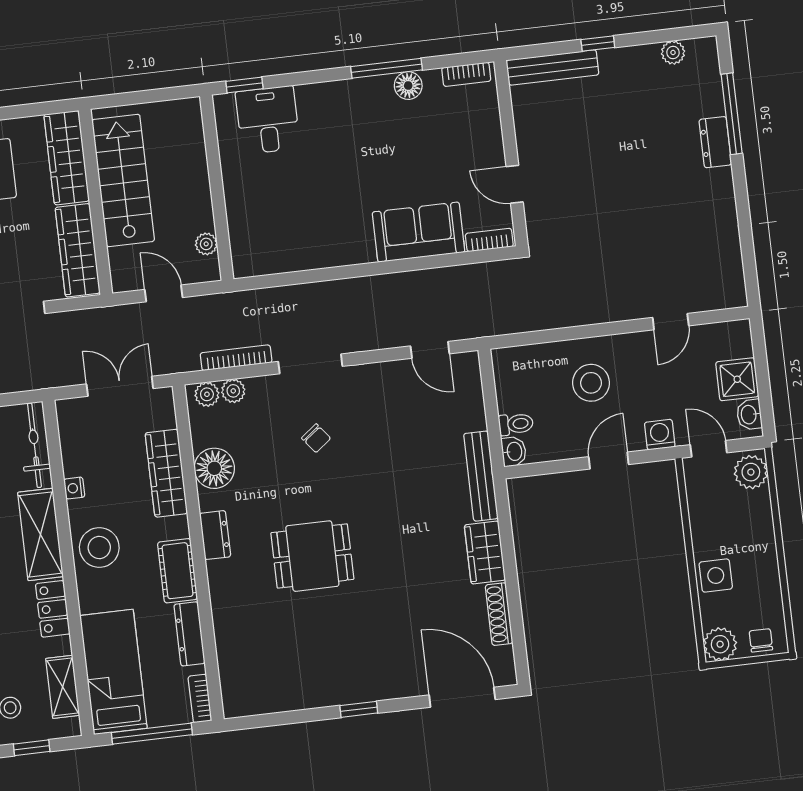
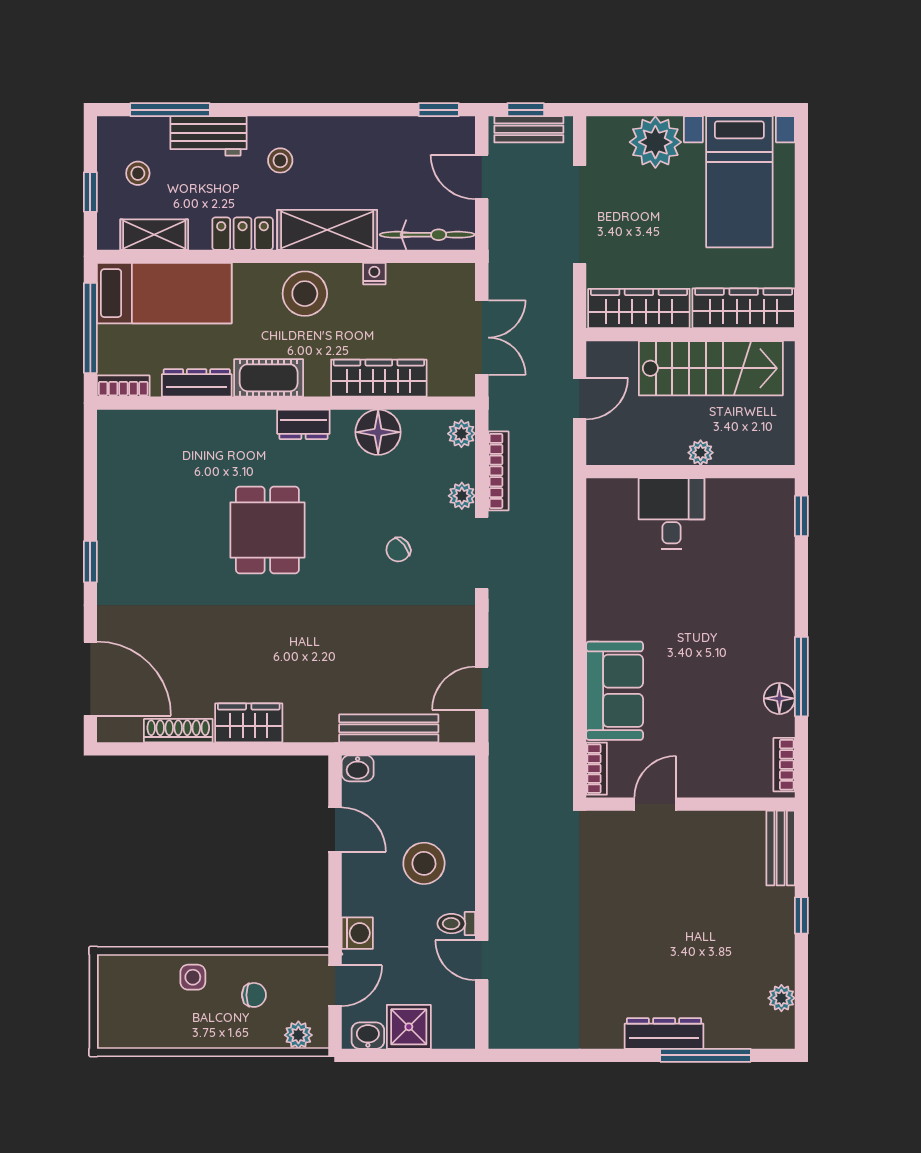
bench: (552, 67) -> (781, 848), width x0.73
desk: (268, 120) -> (671, 514), moved, turned -90
dresser: (715, 142) -> (664, 1033), width x1.44
plant: (206, 244) -> (701, 453), moved
plant: (233, 391) -> (462, 496), moved
toilet: (516, 424) -> (456, 924), moved, turned 90
door: (609, 461) -> (335, 830), moved
plant: (751, 472) -> (298, 1035), width x0.73, depth x0.73
bench: (481, 476) -> (389, 728), moved
side table: (716, 575) -> (193, 977), width x0.73, depth x0.73
chair: (761, 640) -> (254, 995), moved
plant: (720, 644) -> (116, 973), removed
door: (462, 697) -> (90, 679), hinge flipped

